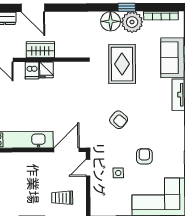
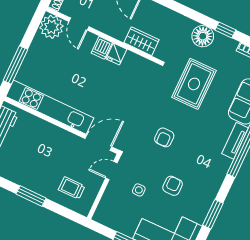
plant: (132, 22) -> (224, 47), removed
wardrobe: (40, 50) -> (141, 41), moved
armchair: (119, 120) -> (164, 137), turned 49

